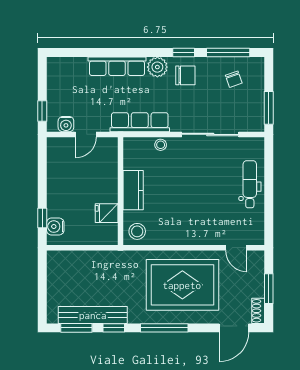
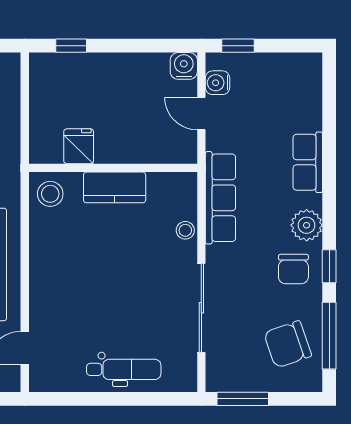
row of seats: (117, 66) -> (308, 162), width x0.68
chair: (234, 79) -> (288, 344), width x1.87, depth x1.87
water cooler: (55, 227) -> (184, 66), moved

